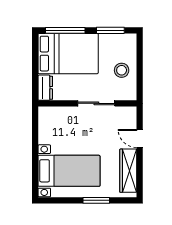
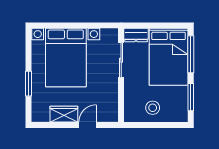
sliding door: (96, 103) -> (121, 60), moved
bed with nightstands: (69, 171) -> (66, 58), width x1.36
wardrobe: (128, 171) -> (64, 114), width x0.67

